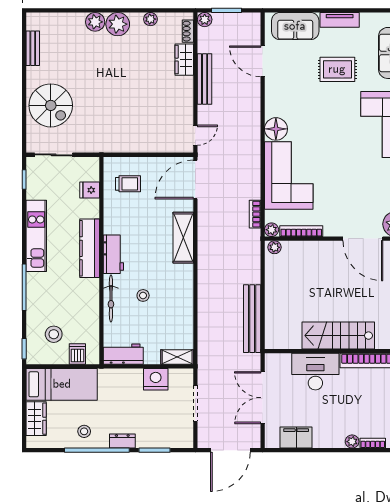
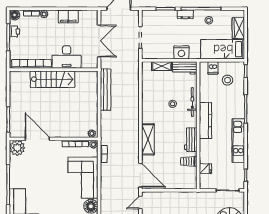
door: (195, 180) -> (140, 175), hinge flipped
trolley: (128, 184) -> (188, 161), moved
kitchen counter: (90, 248) -> (205, 121), moved
workbench: (113, 254) -> (191, 140), moved
shelving: (177, 357) -> (162, 66), moved
nightstand: (156, 379) -> (181, 52), moved
filing cabinet: (296, 438) -> (68, 16), moved

